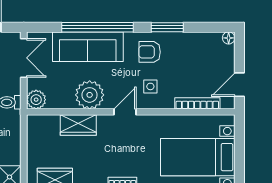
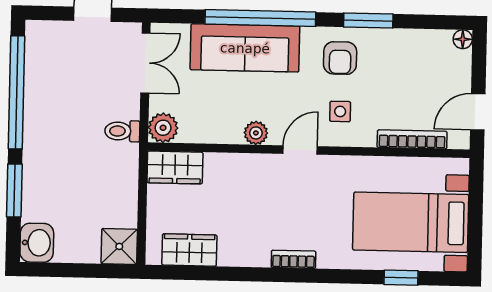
armchair: (150, 52) -> (340, 58), turned -90
plant: (90, 95) -> (256, 133), width x0.53, depth x0.53
wardrobe: (78, 125) -> (175, 167), moved

